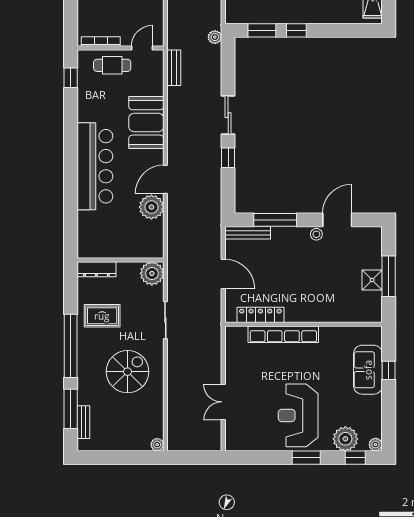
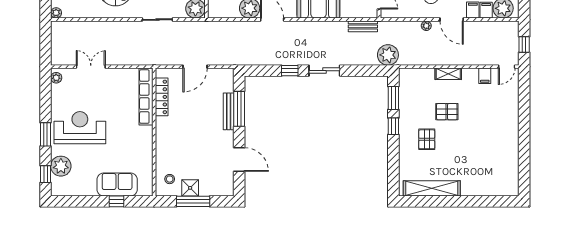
plant: (215, 37) -> (388, 55), width x1.87, depth x1.87
bench: (248, 233) -> (229, 111), moved
stool: (316, 234) -> (170, 179), moved
row of seats: (283, 334) -> (146, 97), moved
plant: (376, 445) -> (56, 78), moved

